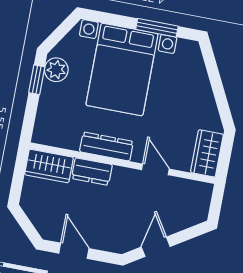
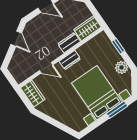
window: (157, 28) -> (117, 110), moved
window: (37, 80) -> (118, 46), moved
dresser: (106, 147) -> (70, 60), width x0.70

